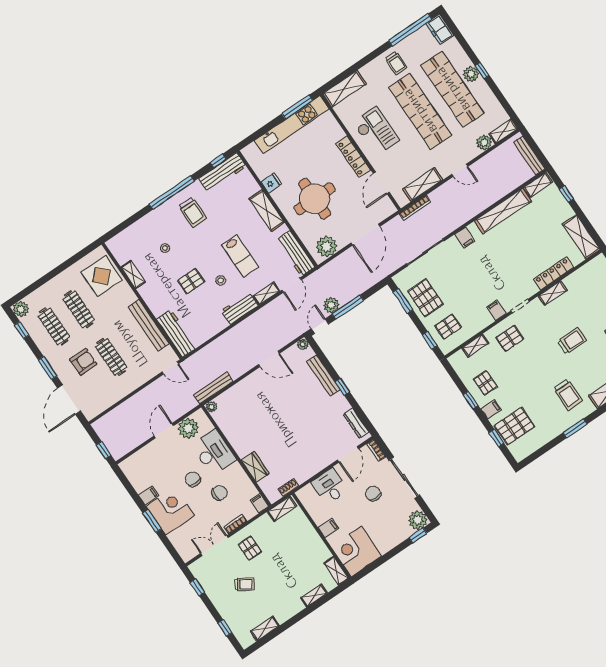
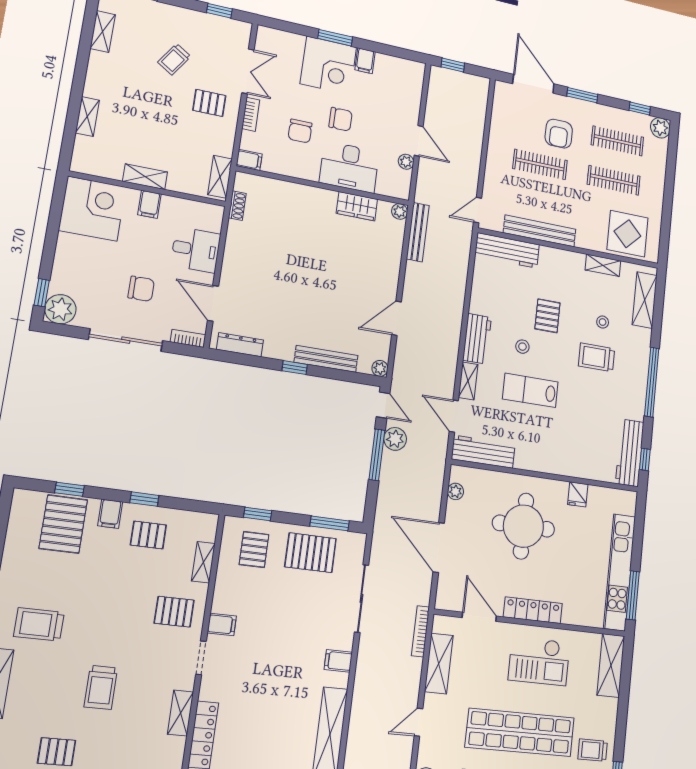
shelving: (267, 210) -> (645, 300), moved, turned 90
trolley: (193, 212) -> (597, 357), moved
plant: (327, 246) -> (455, 491), width x0.53, depth x0.53
pallet: (510, 338) -> (174, 612), turned 90
plant: (188, 428) -> (406, 162), width x0.53, depth x0.53
wardrobe: (255, 467) -> (357, 206), moved
shelving: (336, 571) -> (145, 177), moved

